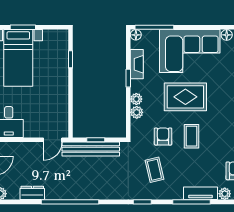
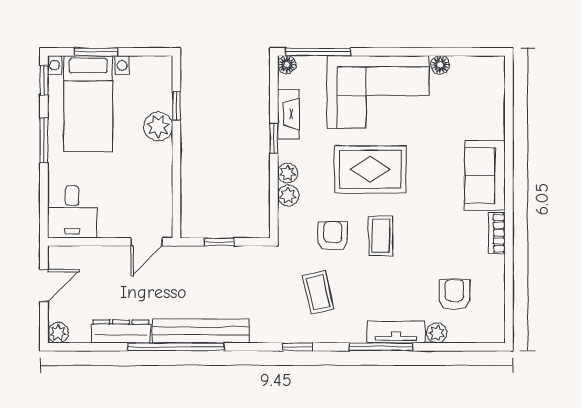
plant: (60, 71) -> (158, 126), added
bench: (91, 149) -> (201, 331), moved
dresser: (32, 193) -> (121, 332), width x1.44

